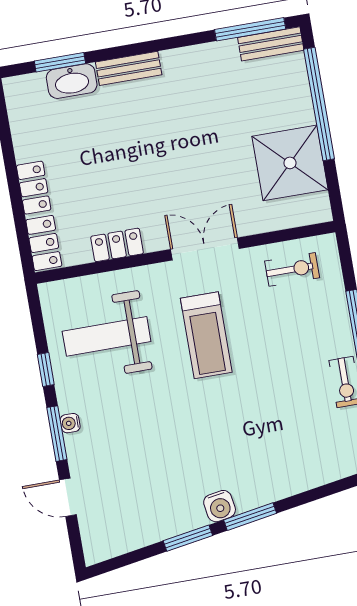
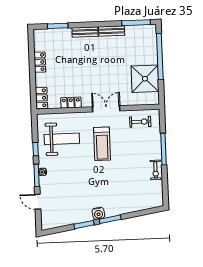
bench: (271, 44) -> (112, 31), moved
washbasin: (72, 81) -> (61, 34), removed
locker: (34, 188) -> (40, 62), moved
weight bench: (107, 336) -> (62, 139), turned 180

